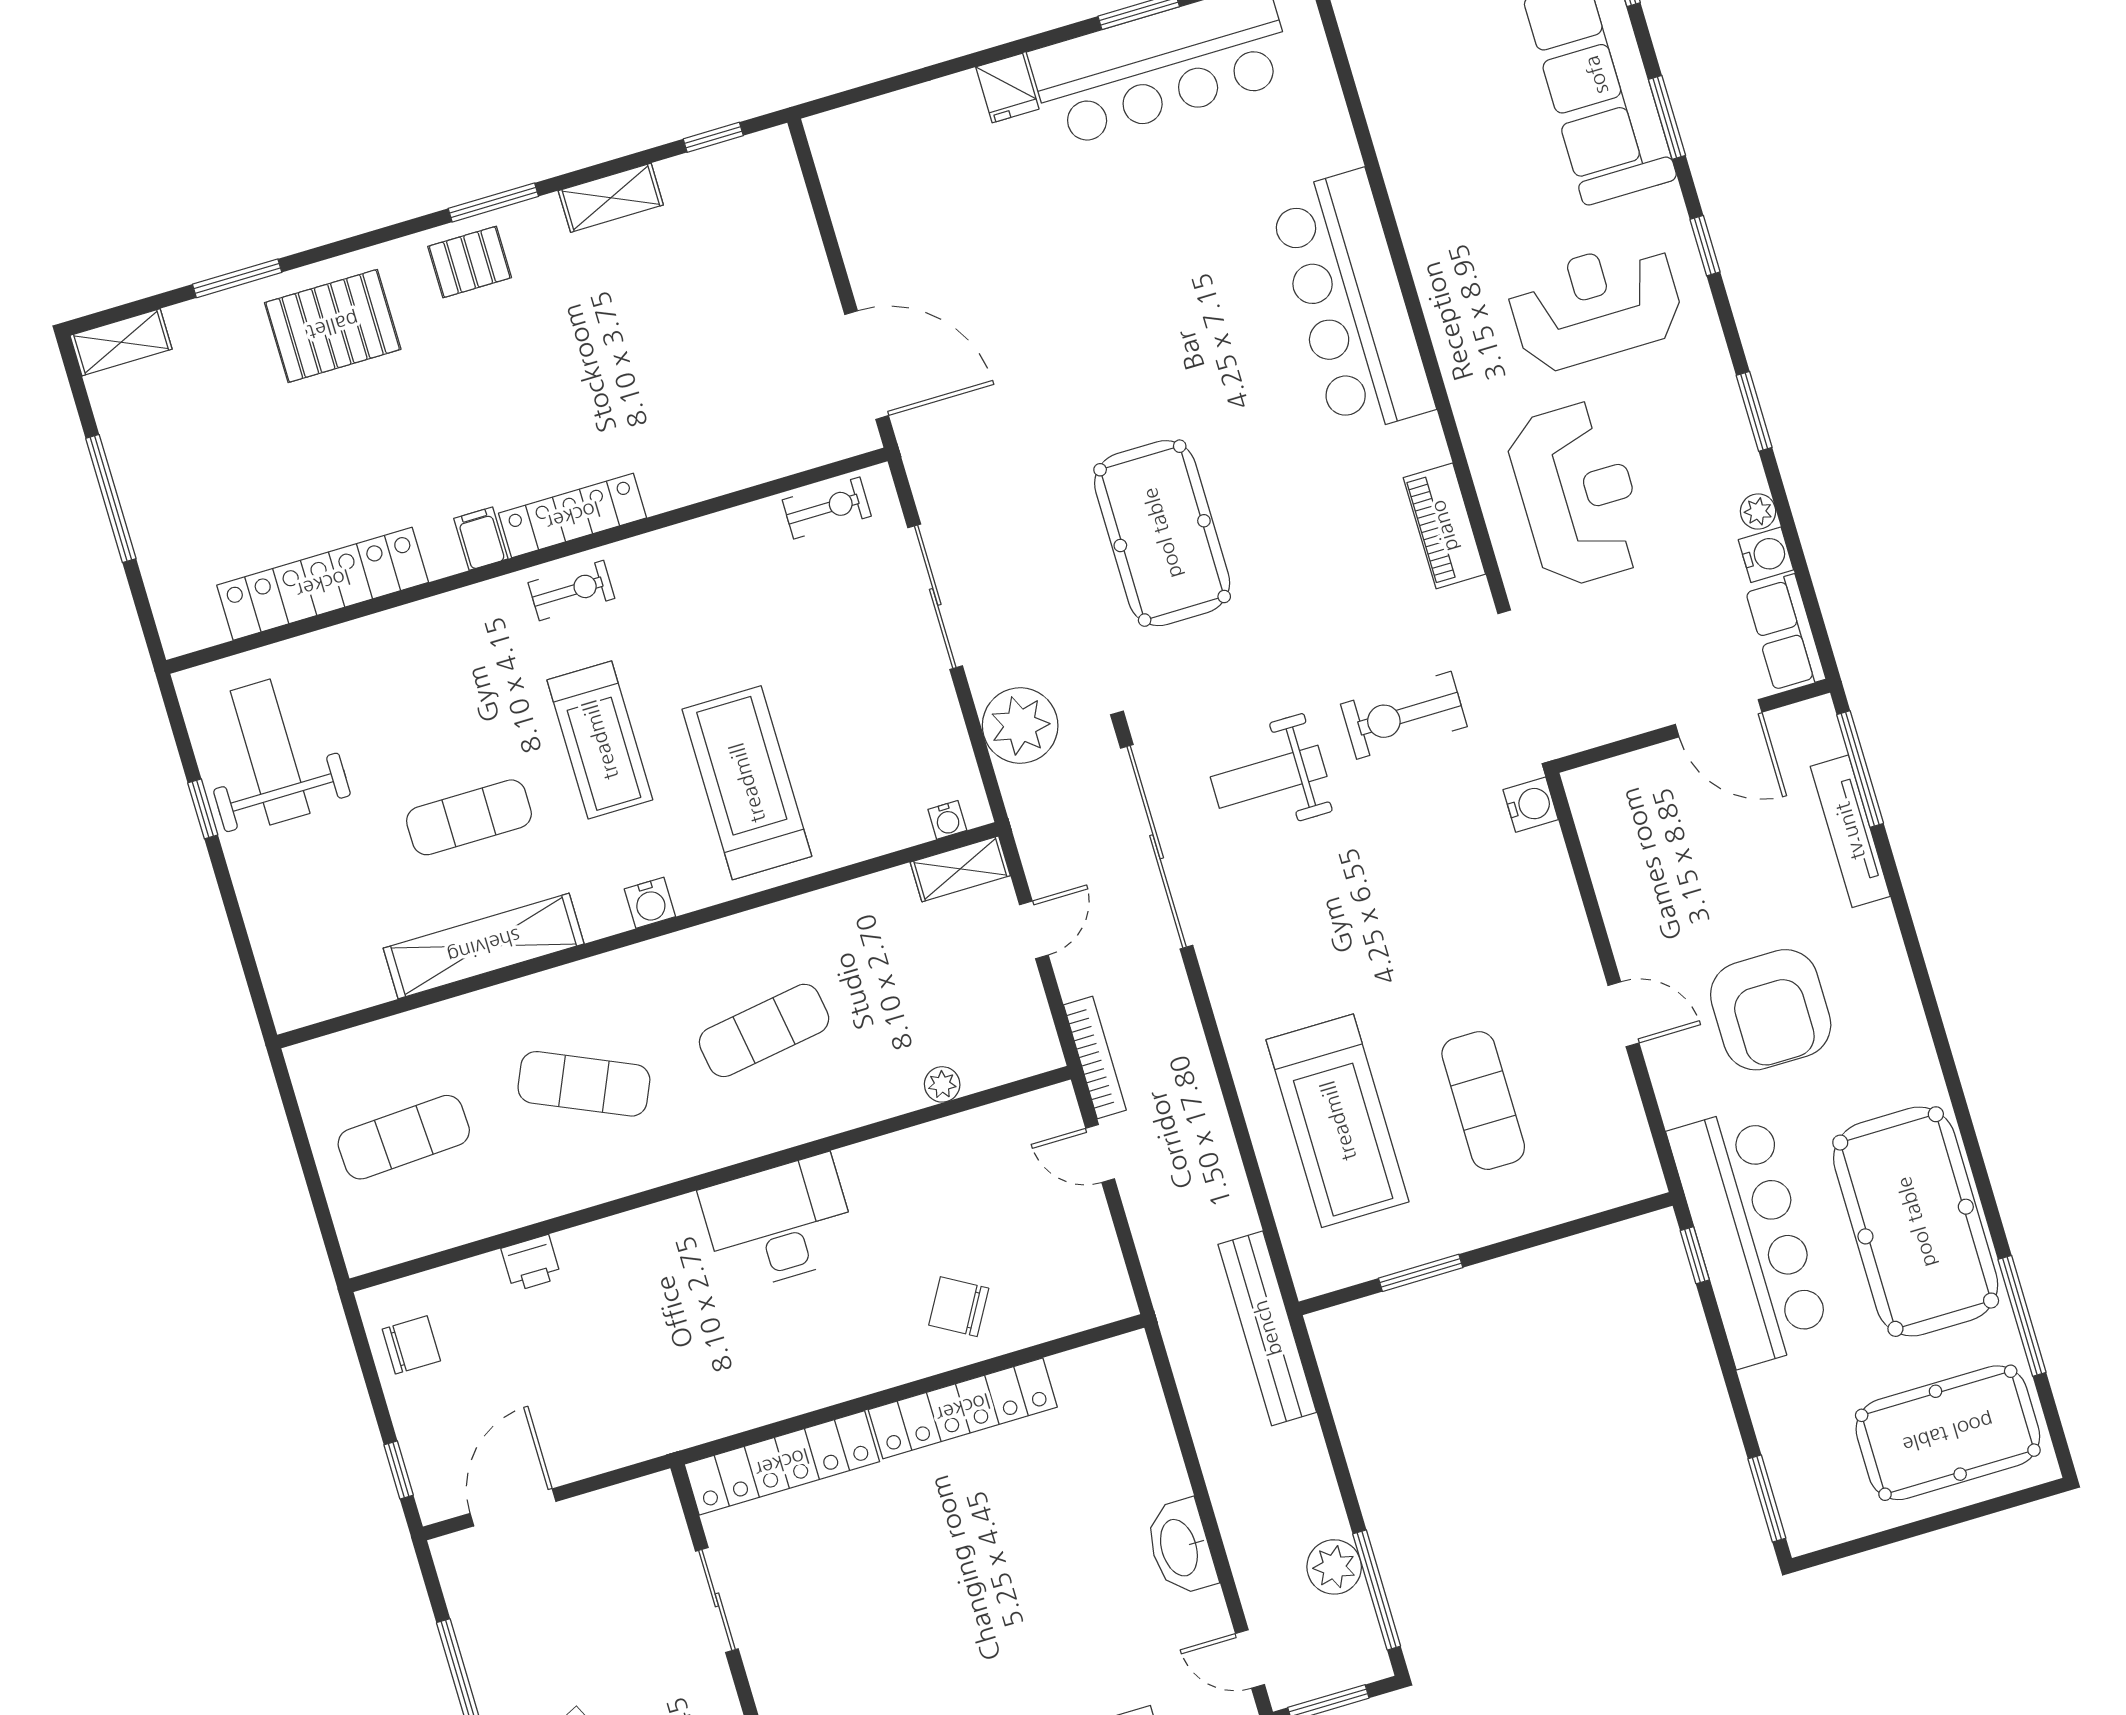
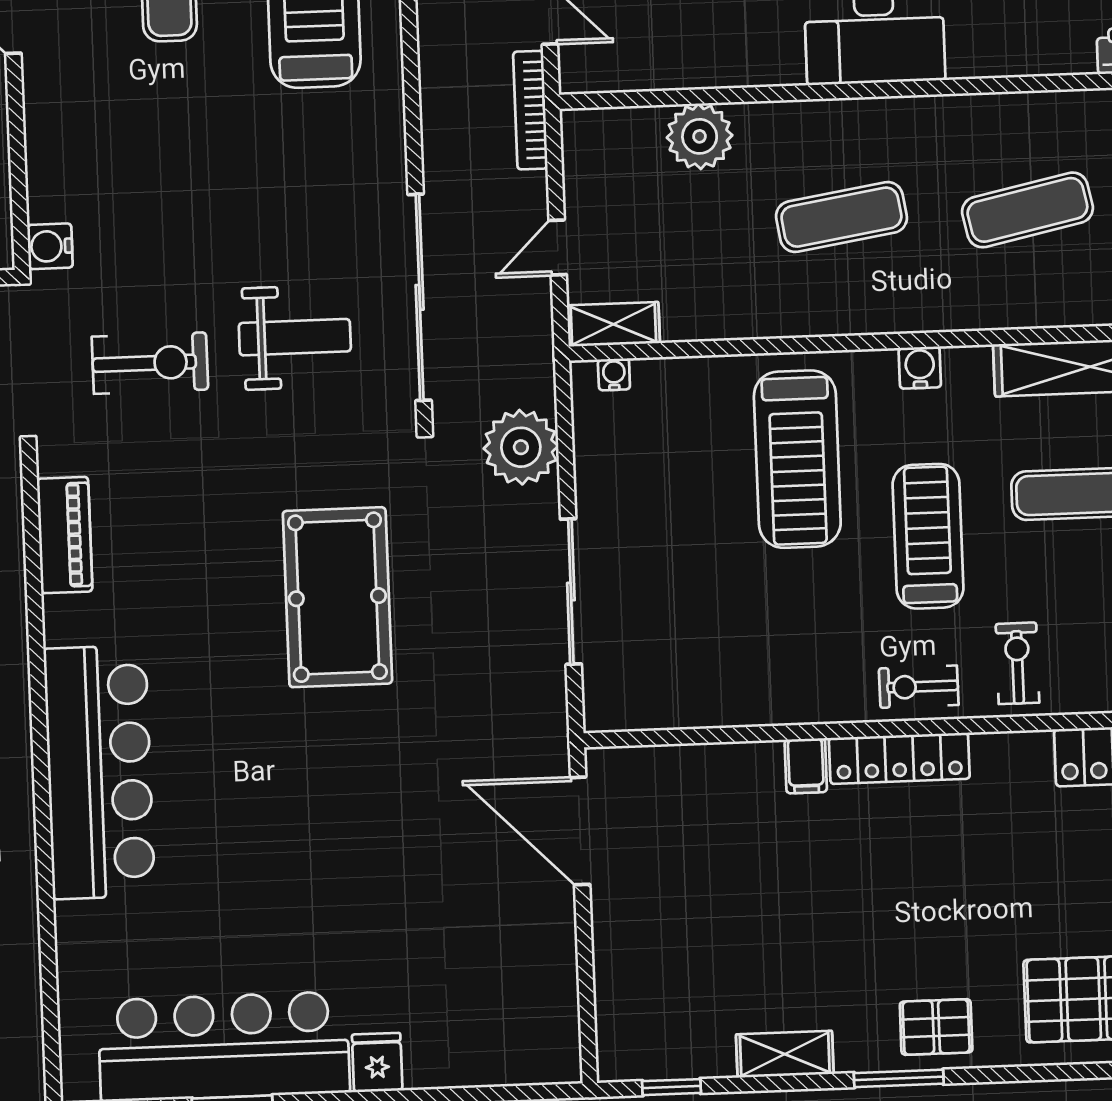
exercise bike: (827, 508) -> (1017, 663), moved, turned 90
filing cabinet: (481, 539) -> (806, 766), moved
exercise mat: (584, 1084) -> (1027, 210), turned -36
plant: (942, 1084) -> (700, 136), width x1.88, depth x1.88

